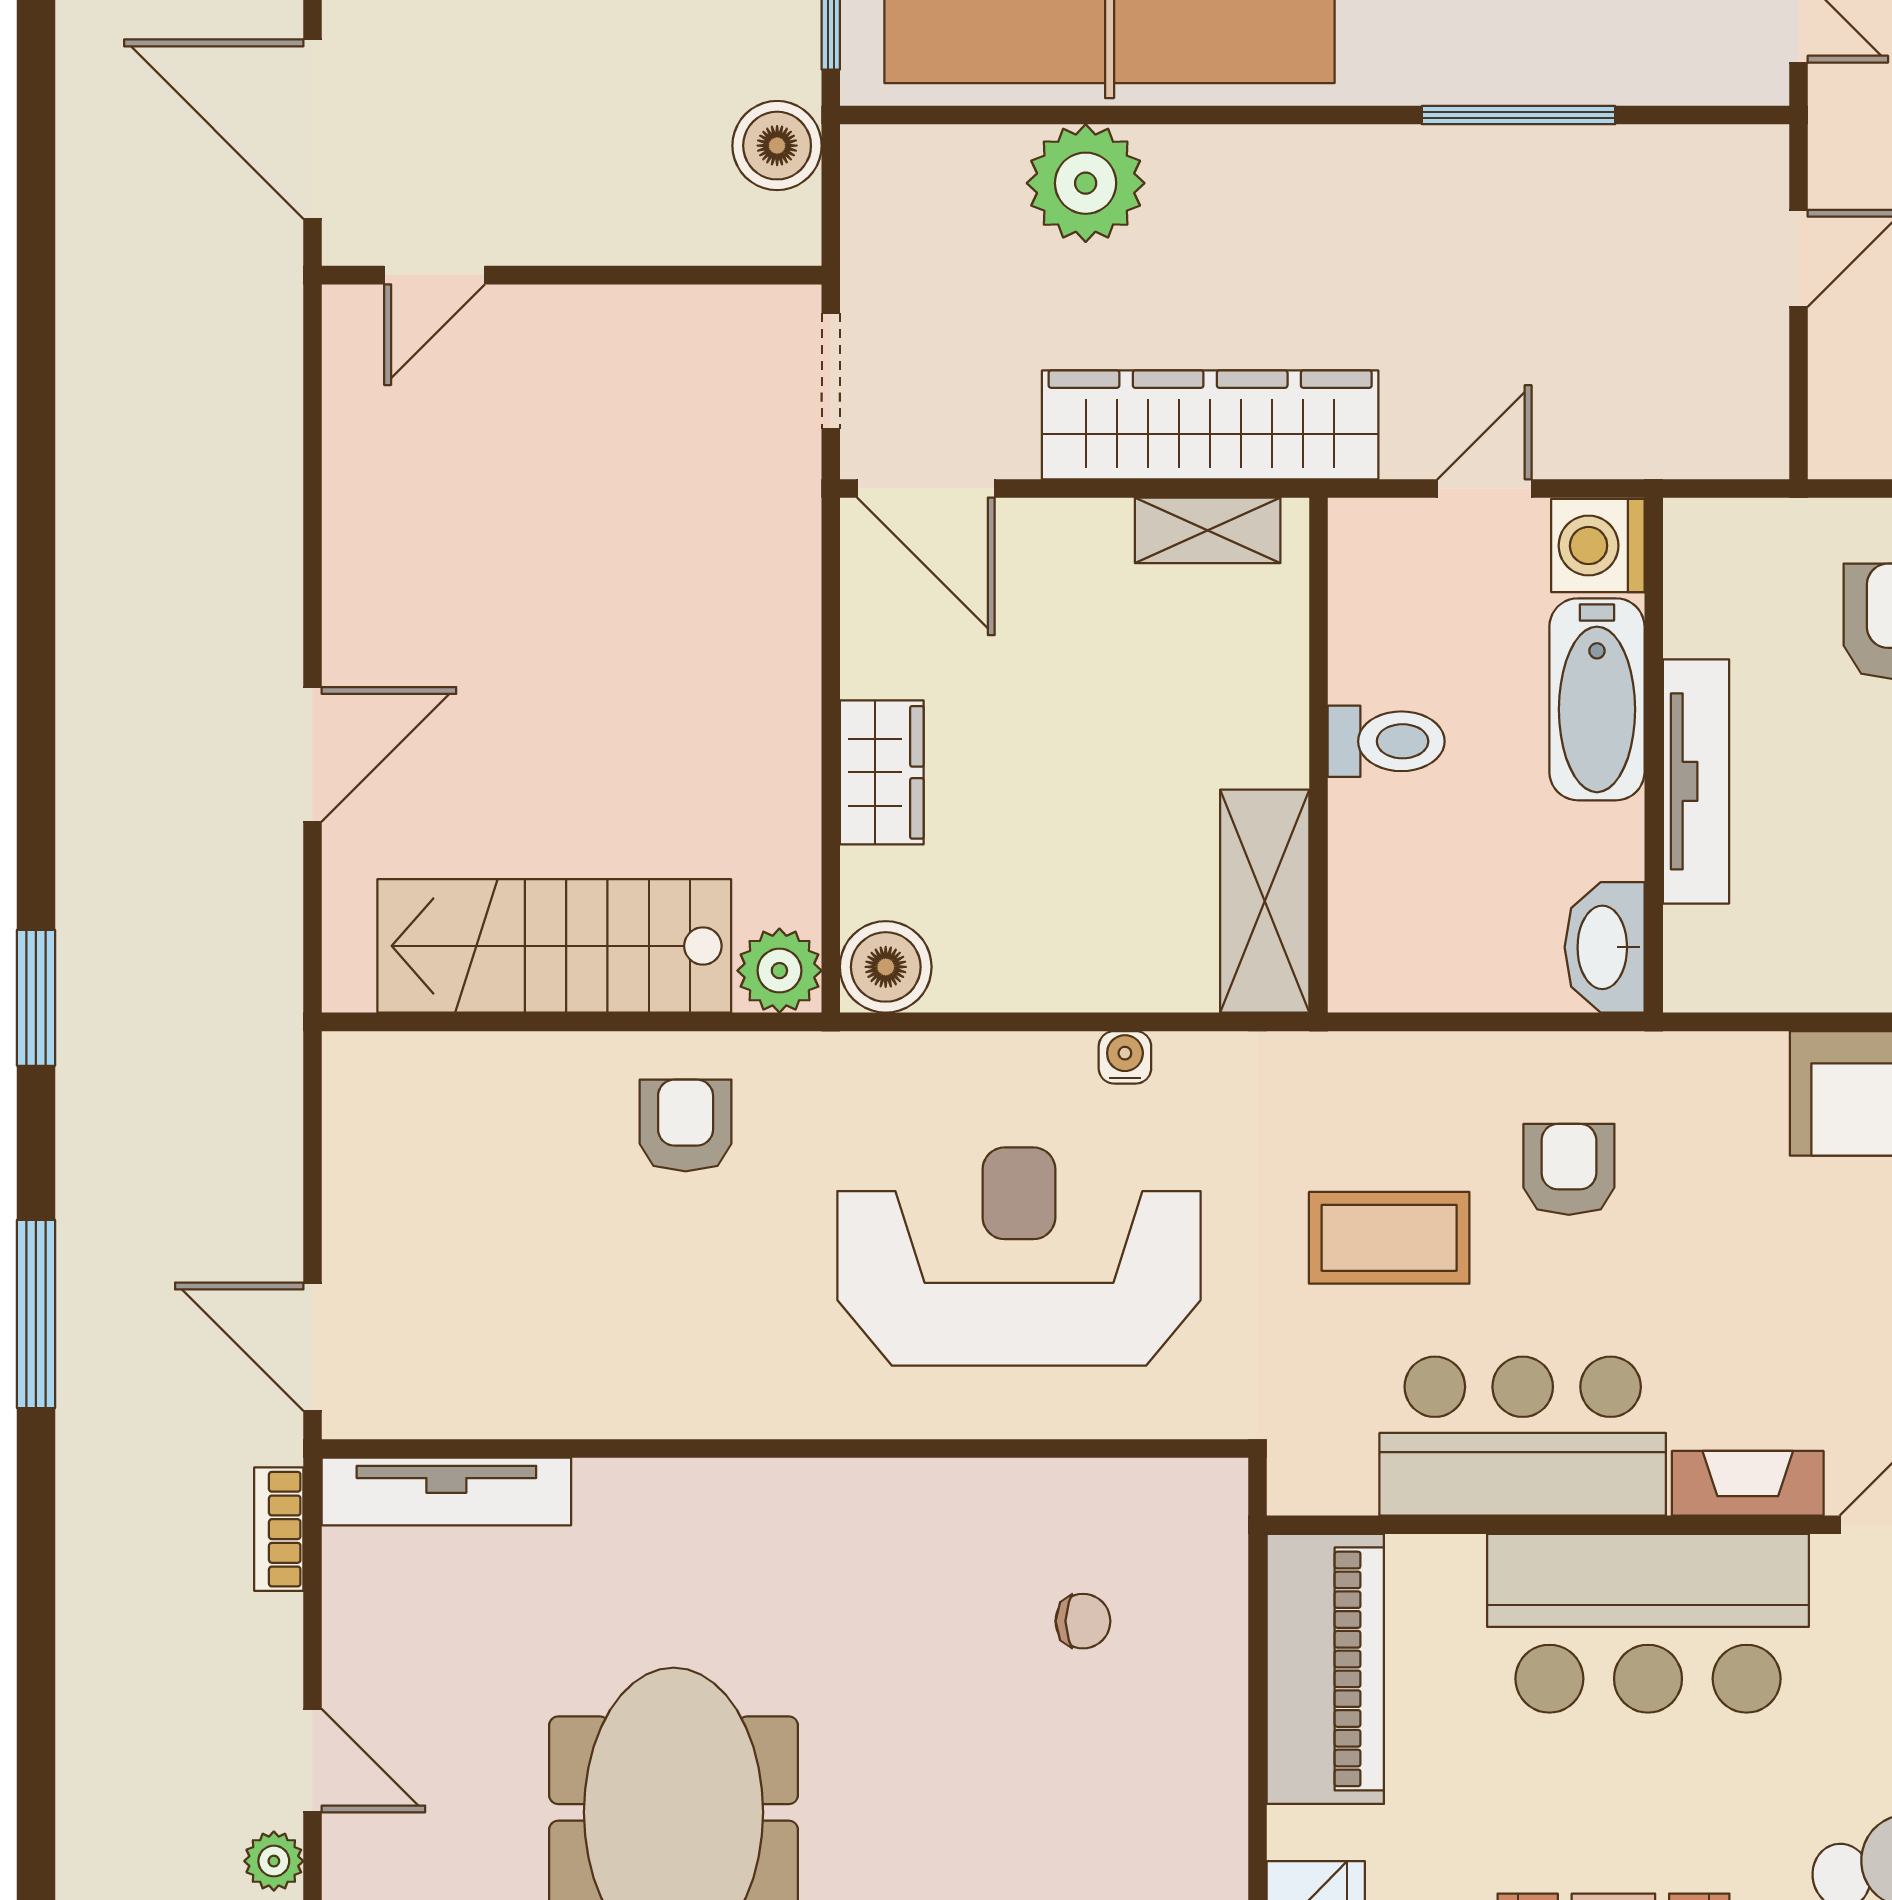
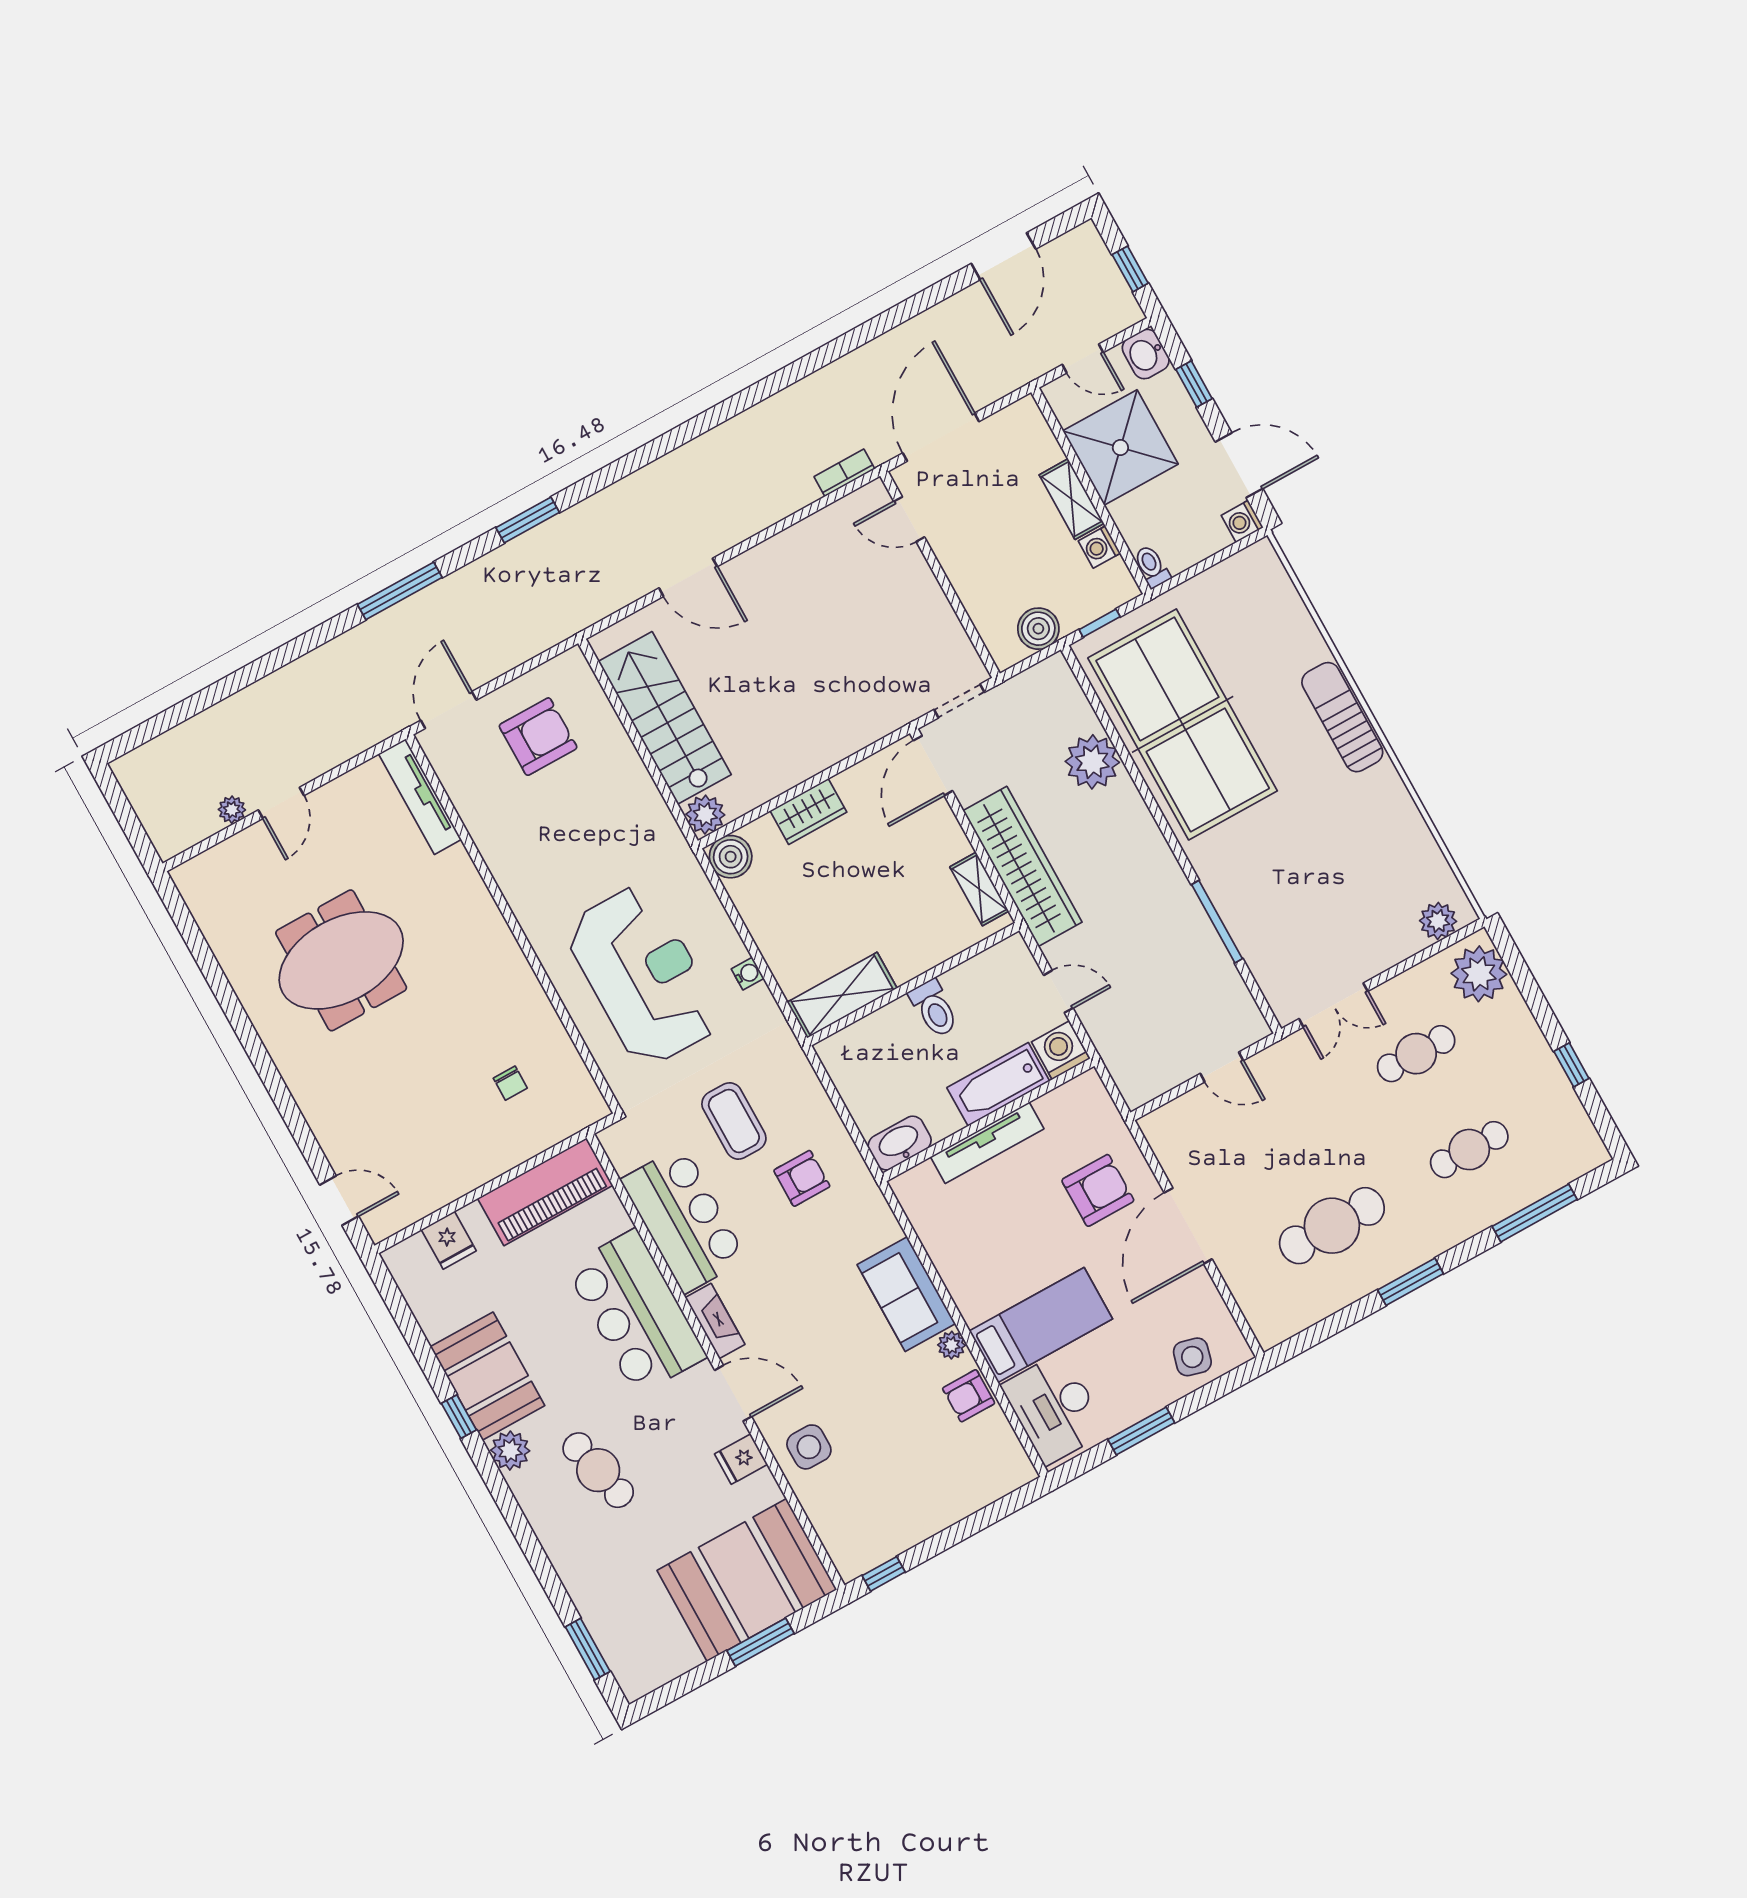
armchair: (686, 1125) -> (538, 737), moved, width x1.38, depth x1.38
bookcase: (279, 1529) -> (844, 473), moved

